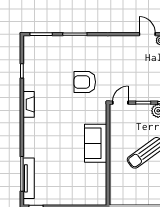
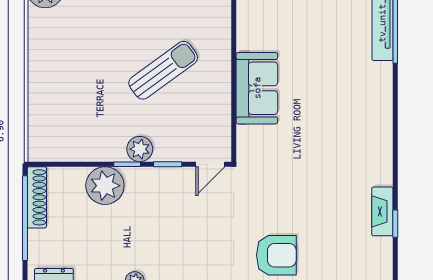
armchair: (85, 82) -> (276, 255), moved
fireplace: (29, 104) -> (382, 211), moved

